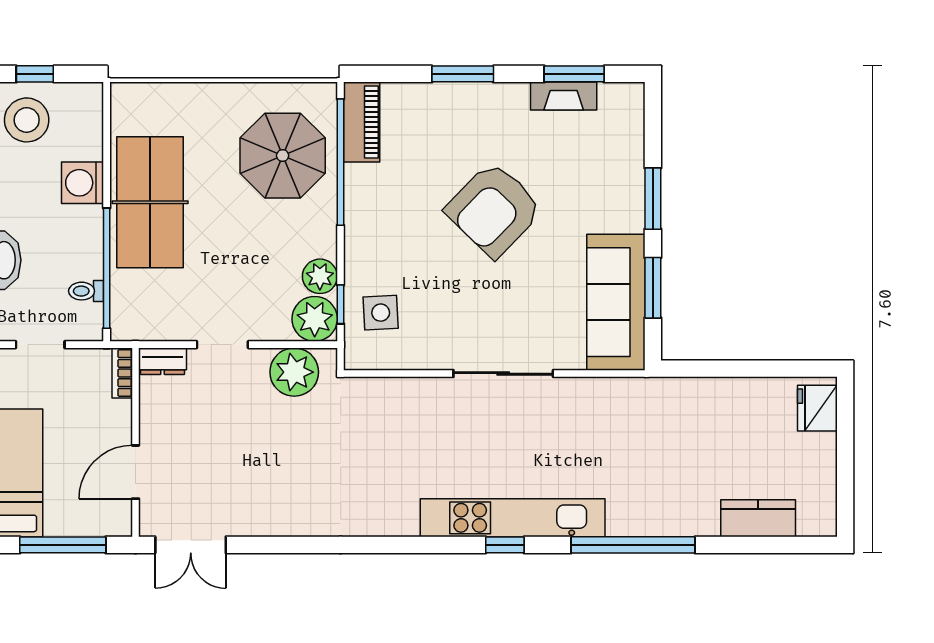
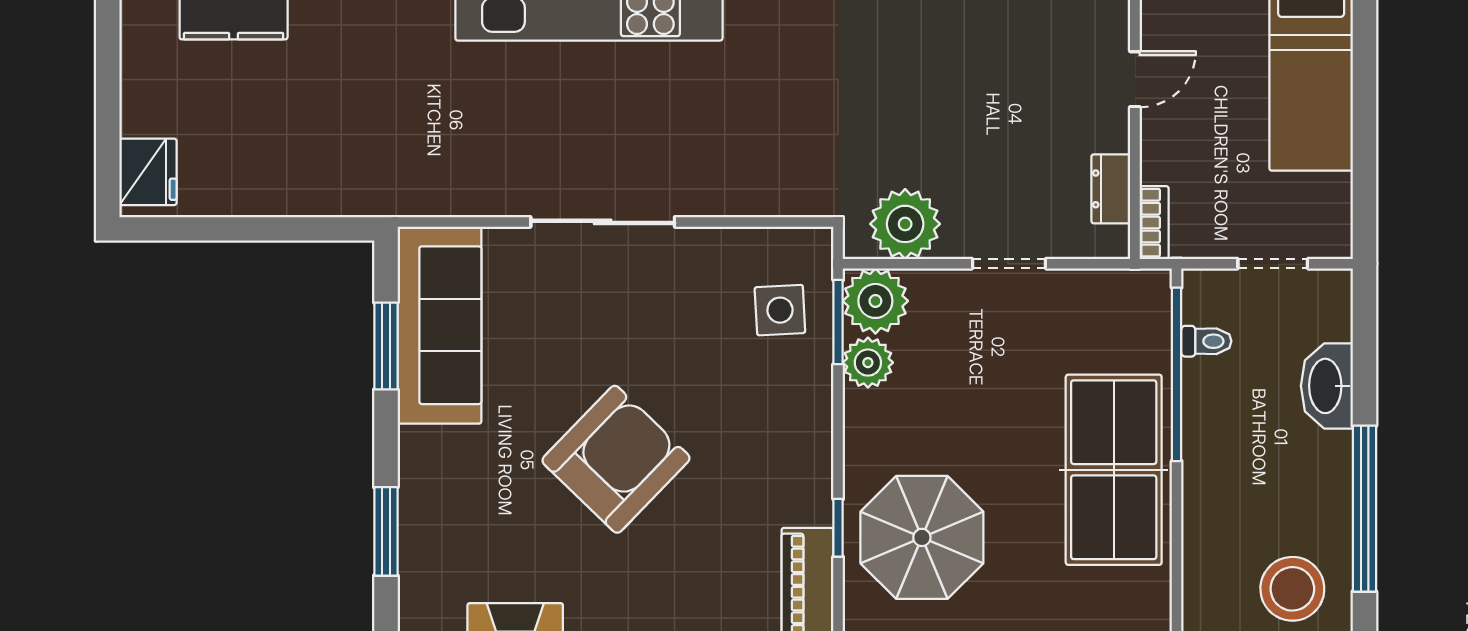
window: (341, 162) -> (838, 528), width x0.32
washing machine: (83, 183) -> (1211, 498), removed
window: (653, 199) -> (386, 531), moved
window: (341, 304) -> (838, 322), width x1.50
dresser: (163, 361) -> (1111, 189), moved, turned -90
door: (135, 472) -> (1135, 79), width x0.73

